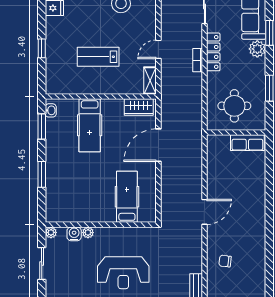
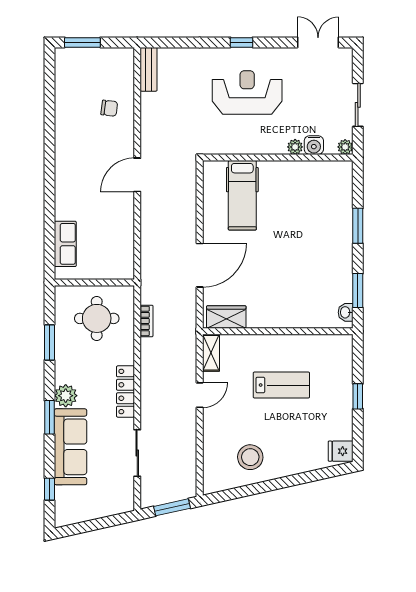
bookcase: (198, 60) -> (147, 321), moved
hospital bed: (90, 125) -> (293, 292), removed
row of seats: (247, 143) -> (65, 244), moved, turned 90

